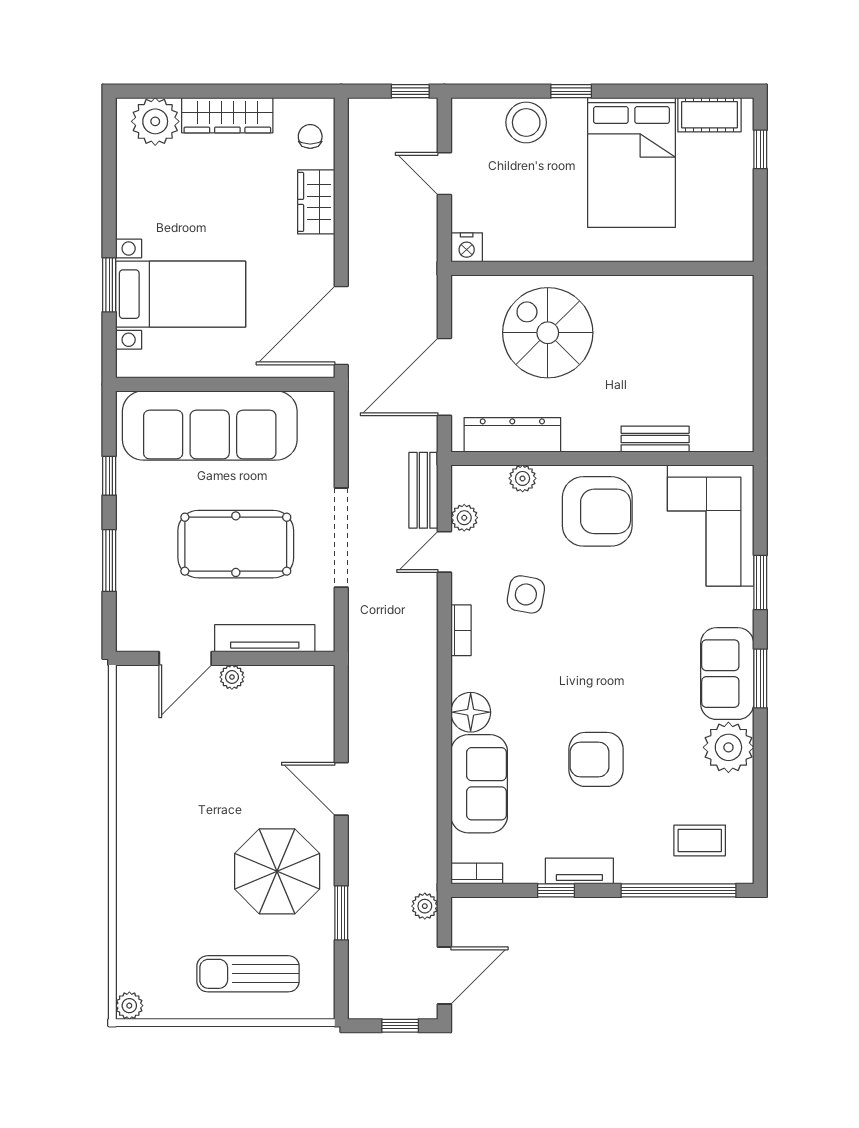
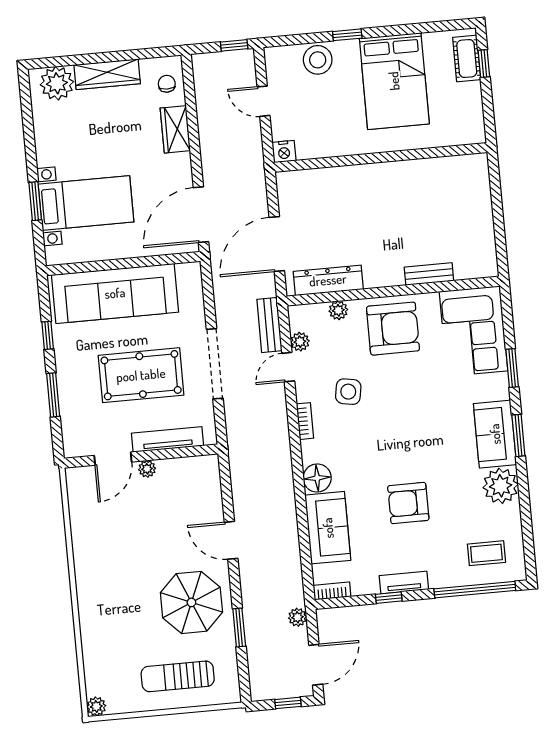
cot: (709, 115) -> (467, 59), moved, turned 90
spiral stairs: (548, 333) -> (347, 206), removed

